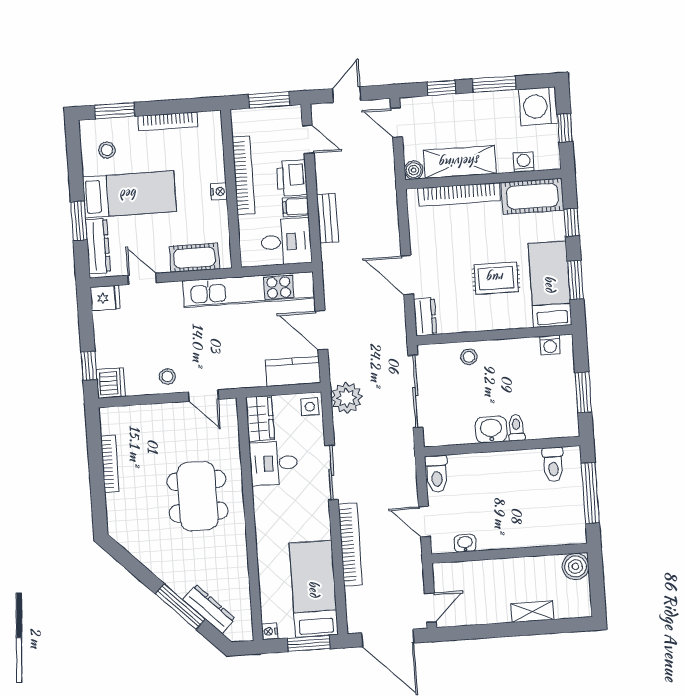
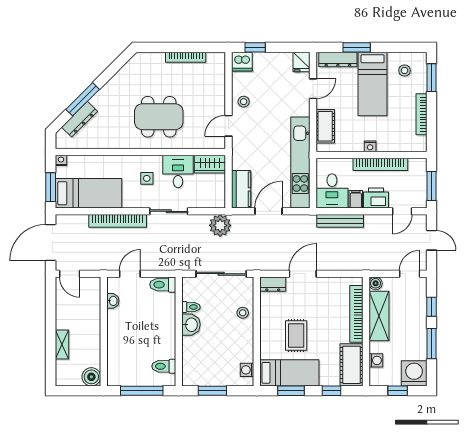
bench: (327, 218) -> (340, 221), width x1.36
side table: (310, 407) -> (147, 178), moved
toilet: (516, 428) -> (191, 307), moved

